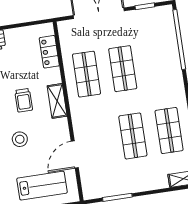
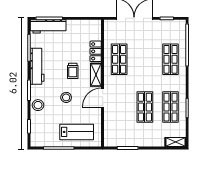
locker: (49, 52) -> (96, 51), moved
shop shelf: (123, 69) -> (171, 59), moved
door: (75, 155) -> (103, 98), moved

